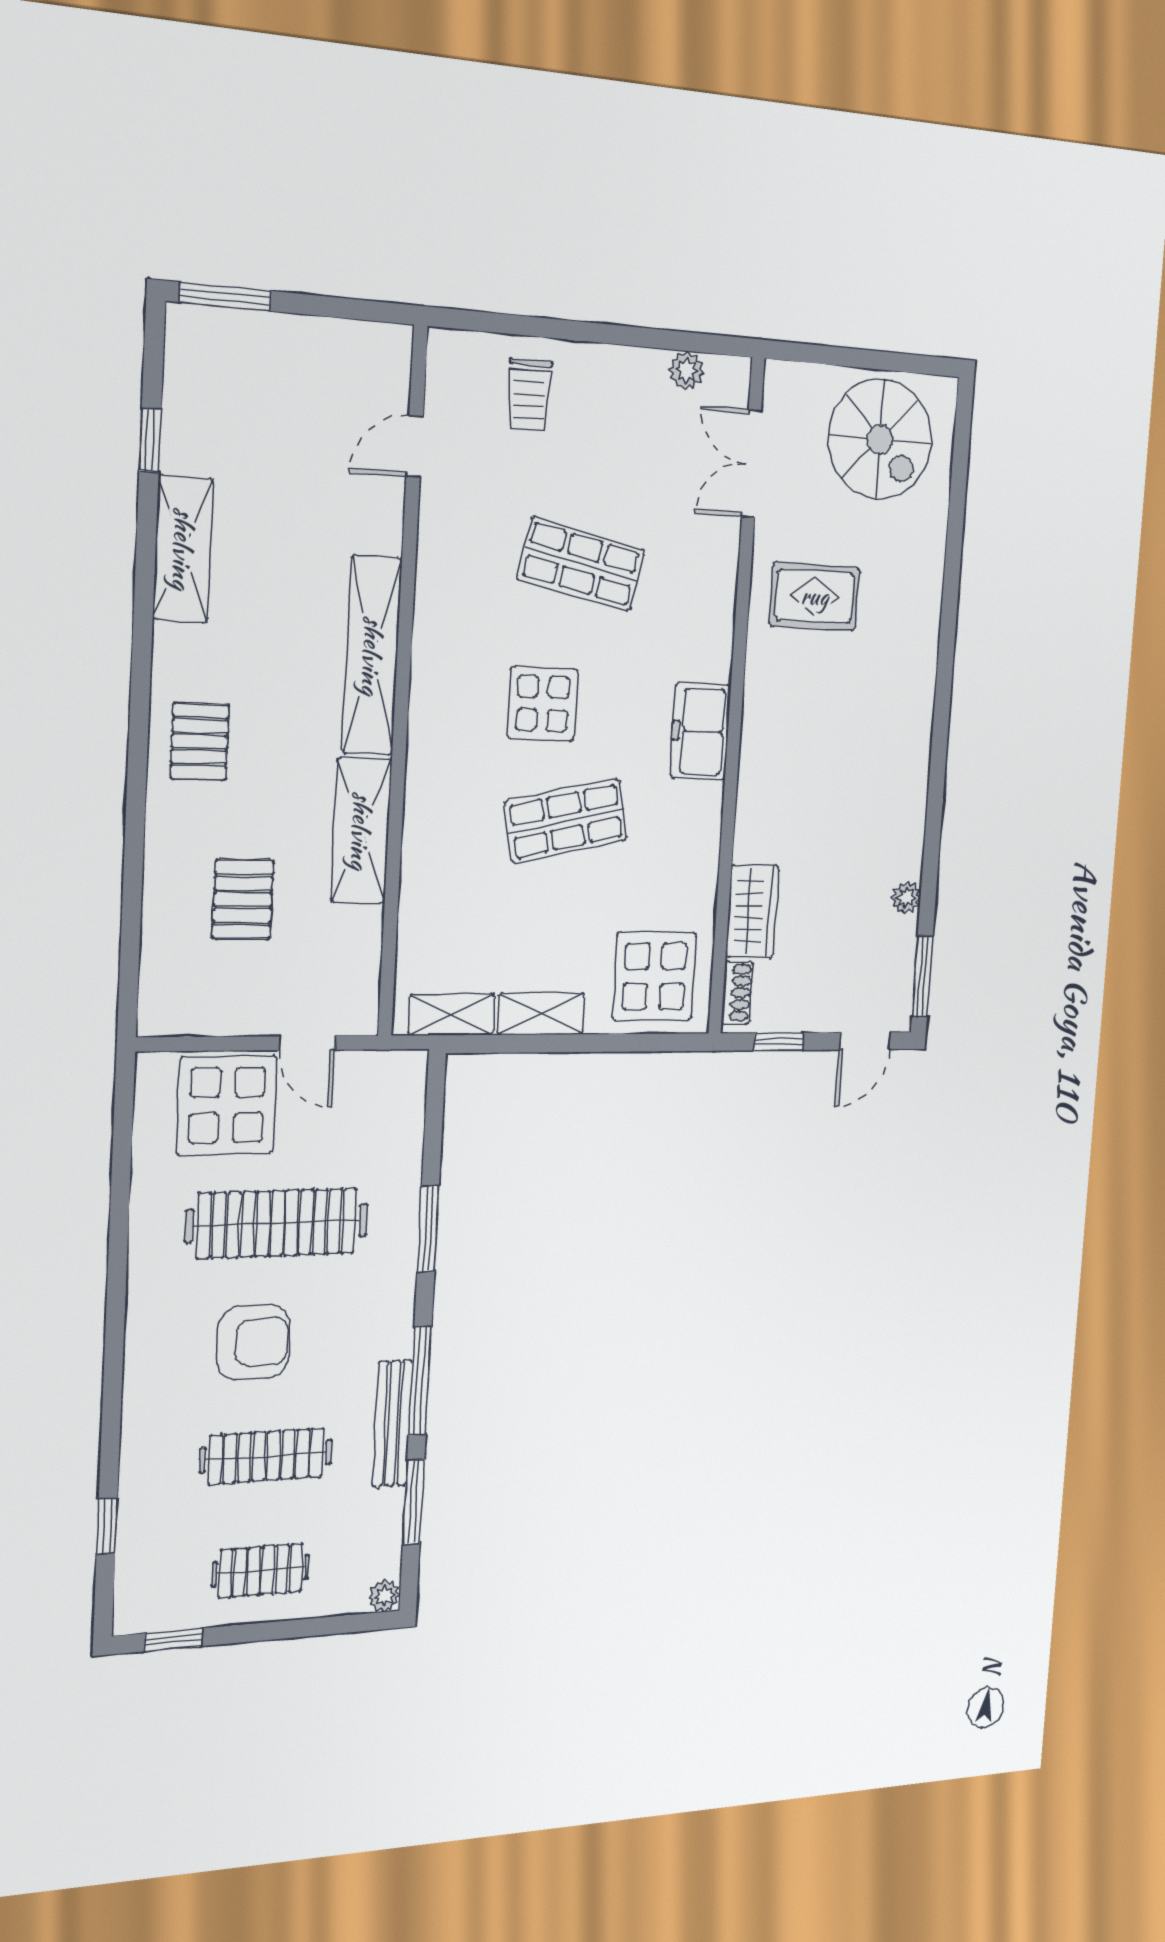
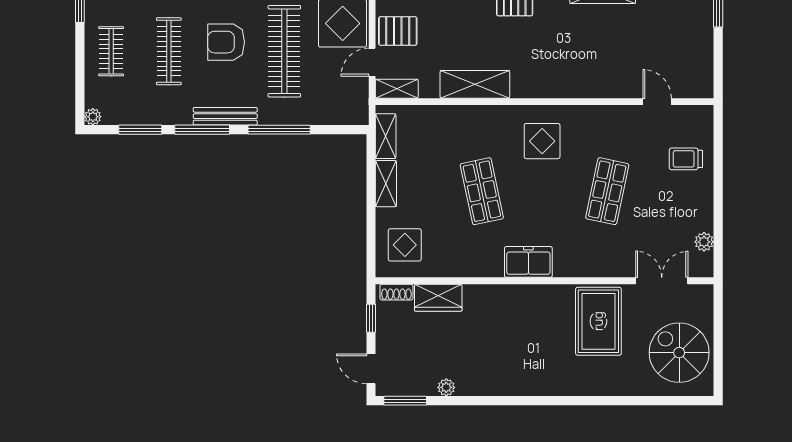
spiral stairs: (880, 439) -> (679, 353), turned 90
rug: (815, 596) -> (598, 321), width x1.36, depth x1.43
shelving: (372, 656) -> (397, 89), moved, width x0.45, depth x0.75
display table: (543, 704) -> (542, 141), moved
pallet: (243, 899) -> (398, 31), moved
display table: (655, 976) -> (405, 245), width x0.73, depth x0.73
window: (428, 1229) -> (279, 130), width x1.44
armchair: (254, 1342) -> (226, 42), turned 90
bench: (393, 1423) -> (225, 116), moved

